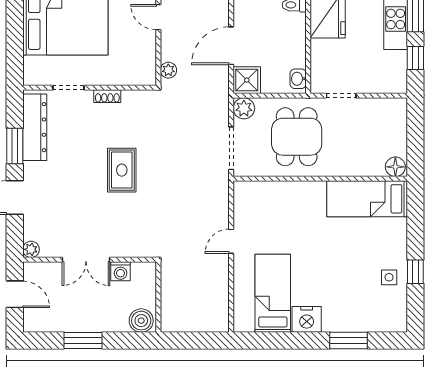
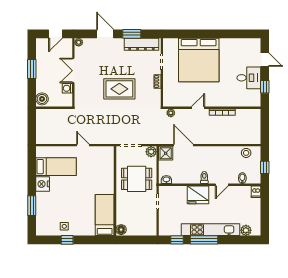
rug: (122, 170) -> (119, 89), width x1.36, depth x1.43

